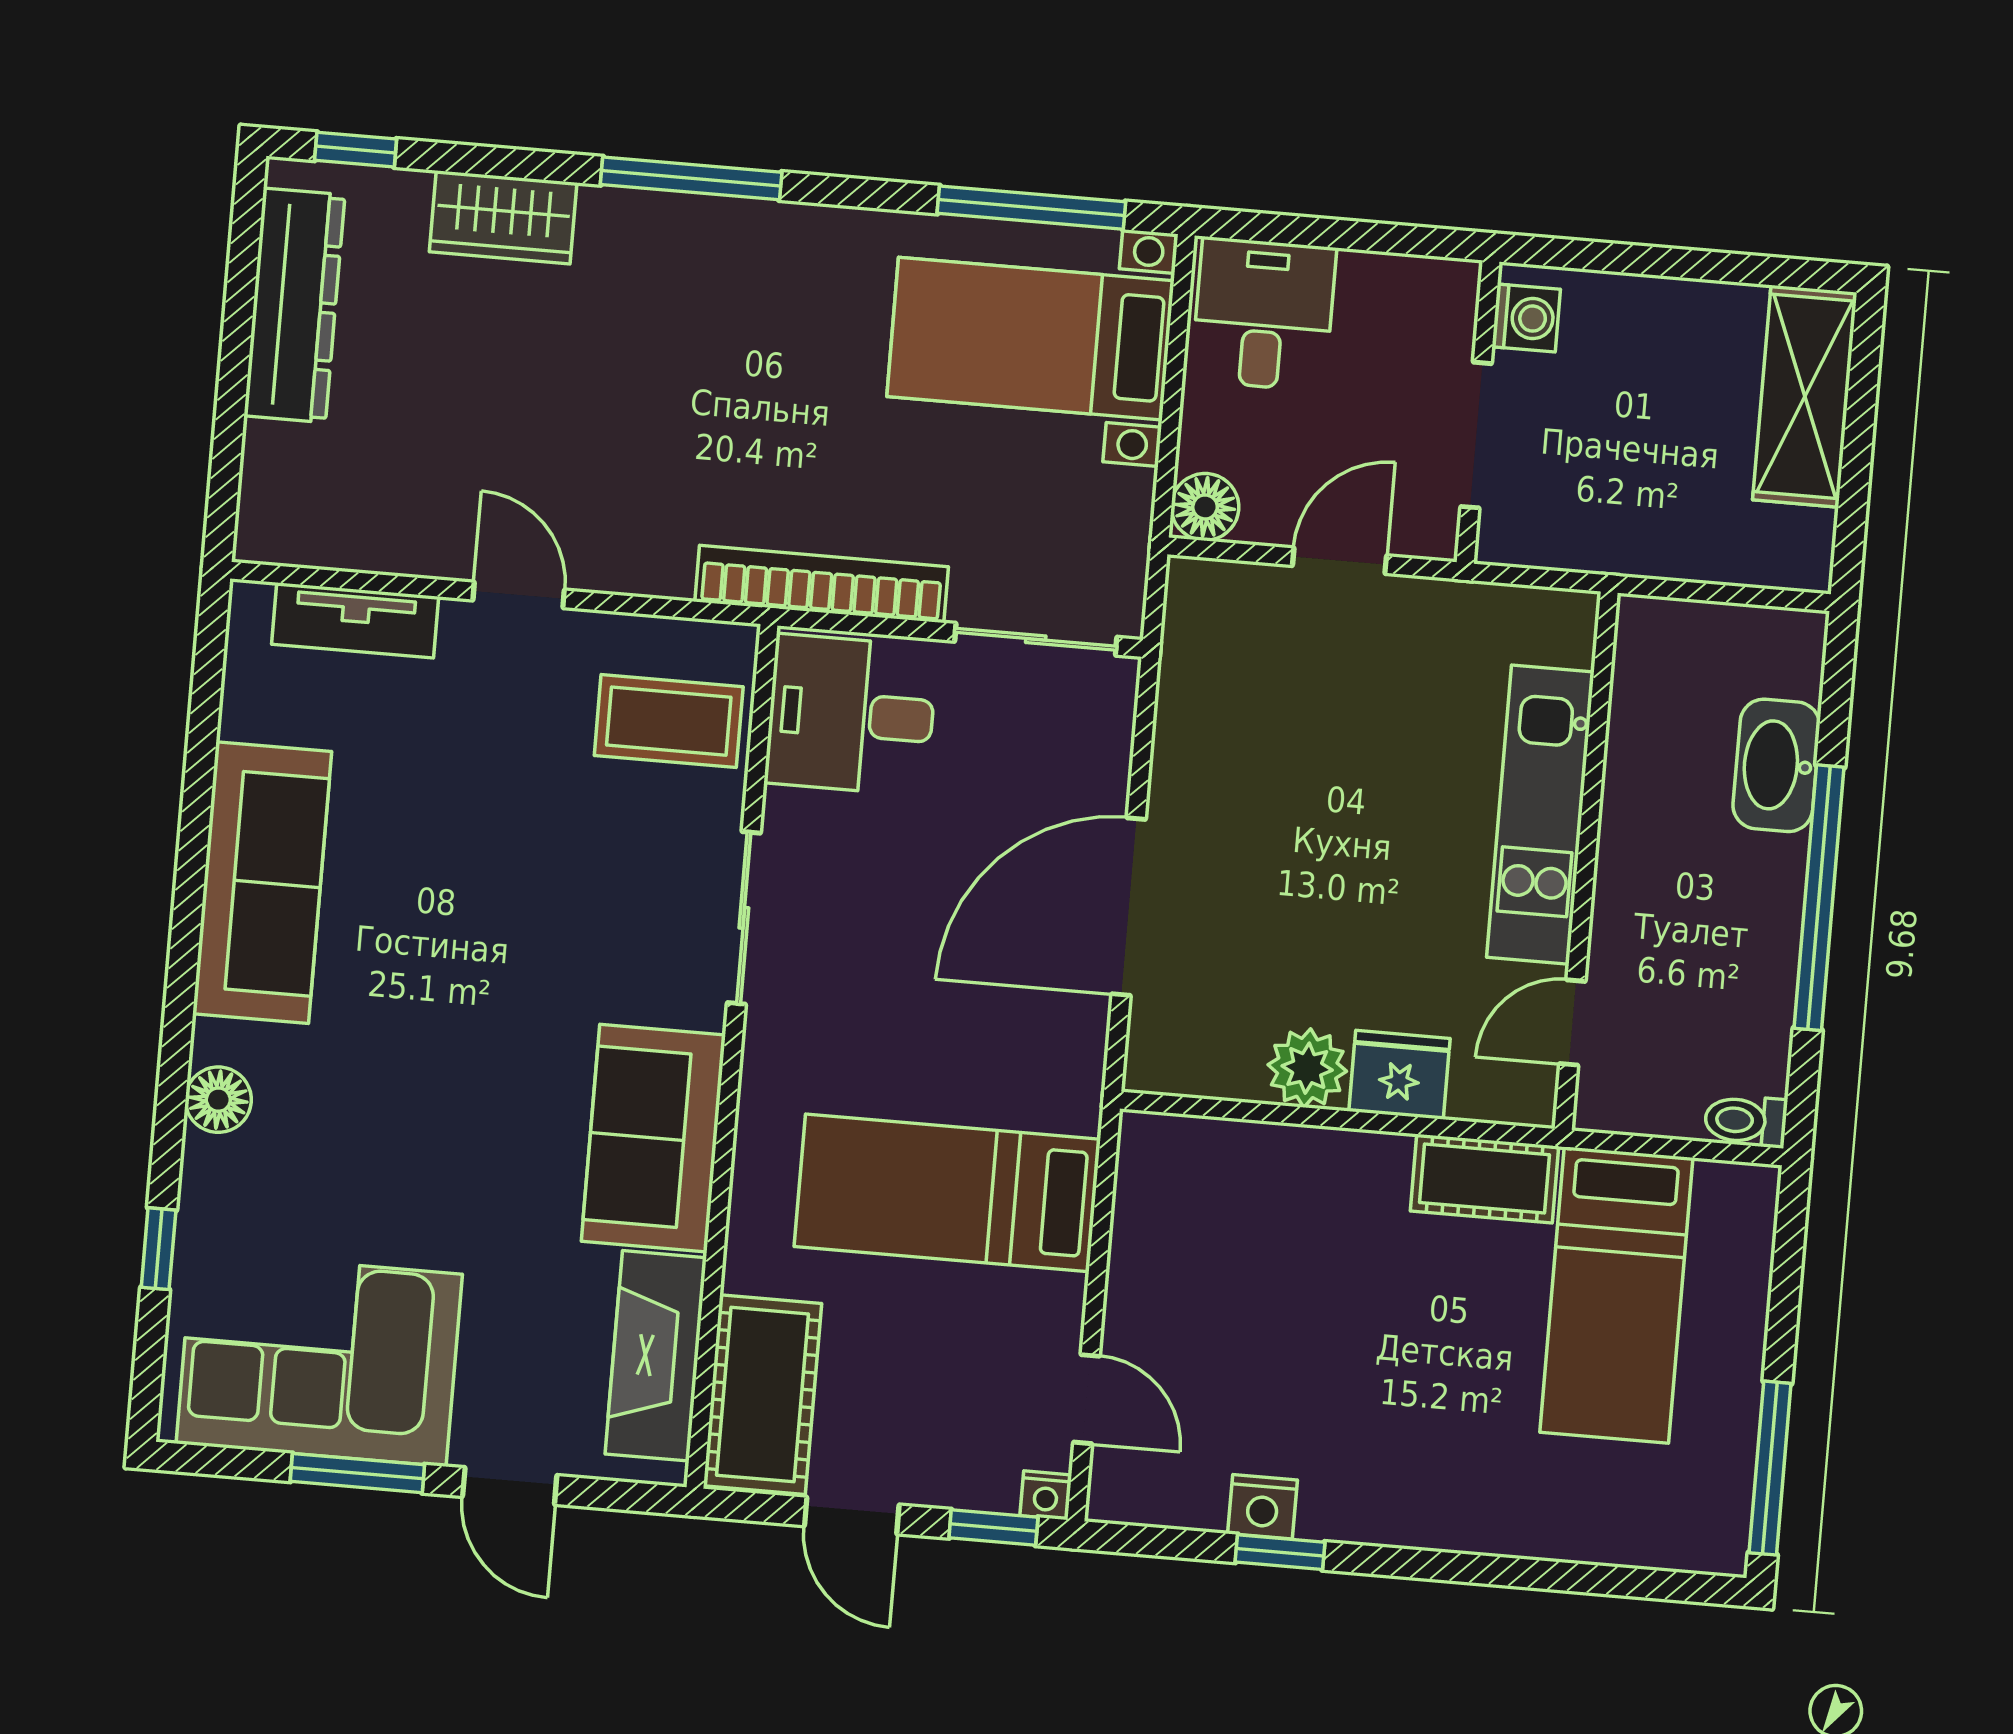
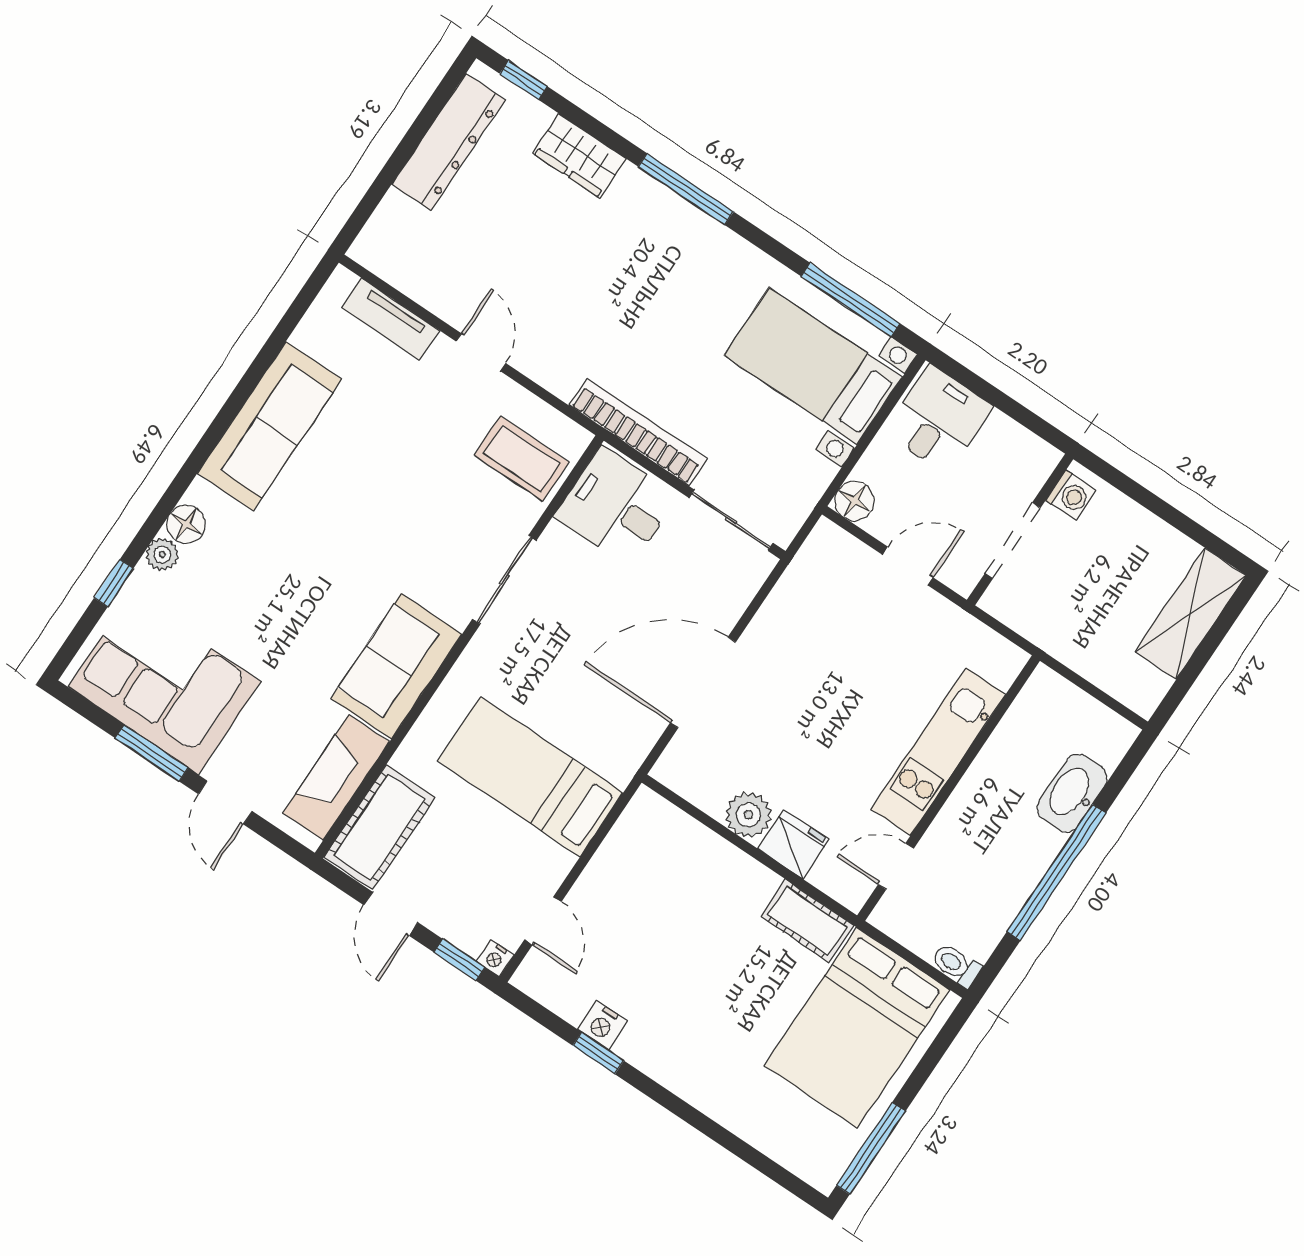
plant: (208, 1165) -> (162, 554), added
bed: (1616, 1295) -> (857, 1028), width x1.50

